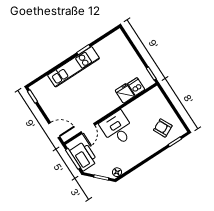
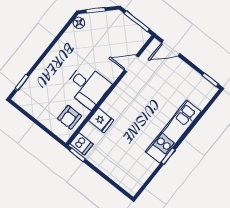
dishwasher: (136, 87) -> (82, 144), moved
door: (88, 128) -> (131, 64), hinge flipped
armchair: (163, 128) -> (69, 117), moved, turned 116
desk: (117, 129) -> (87, 86), moved
printer: (84, 156) -> (125, 29), removed

